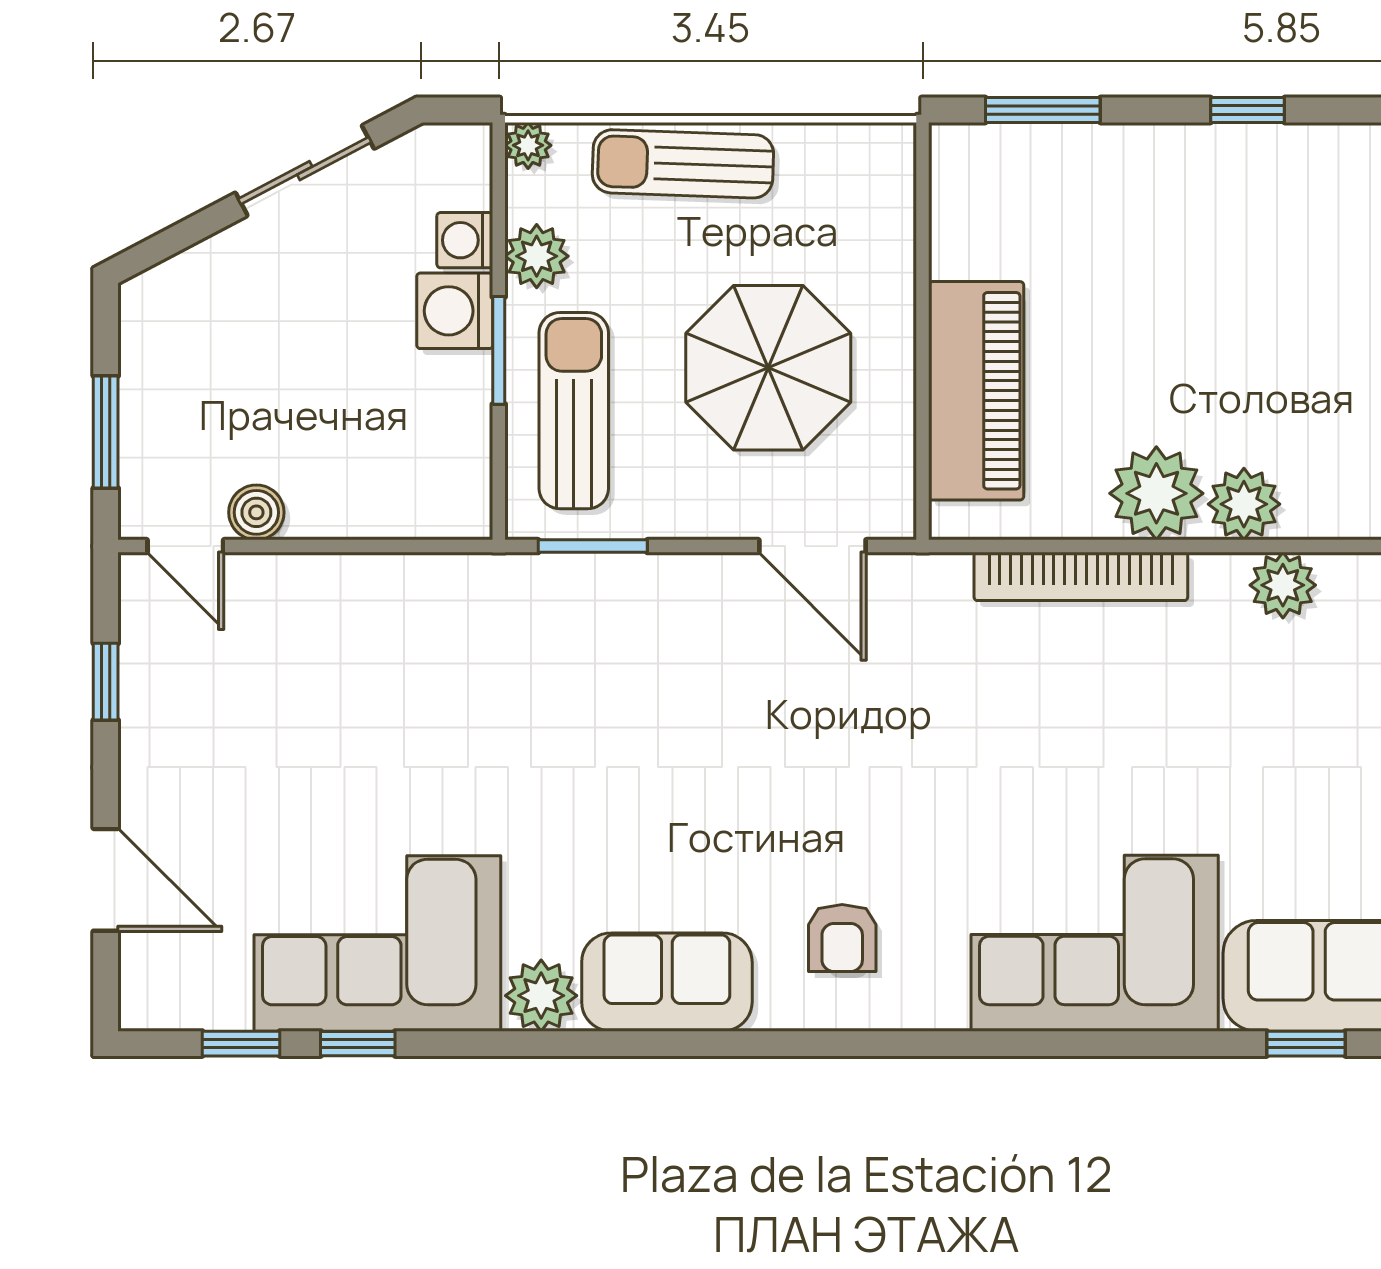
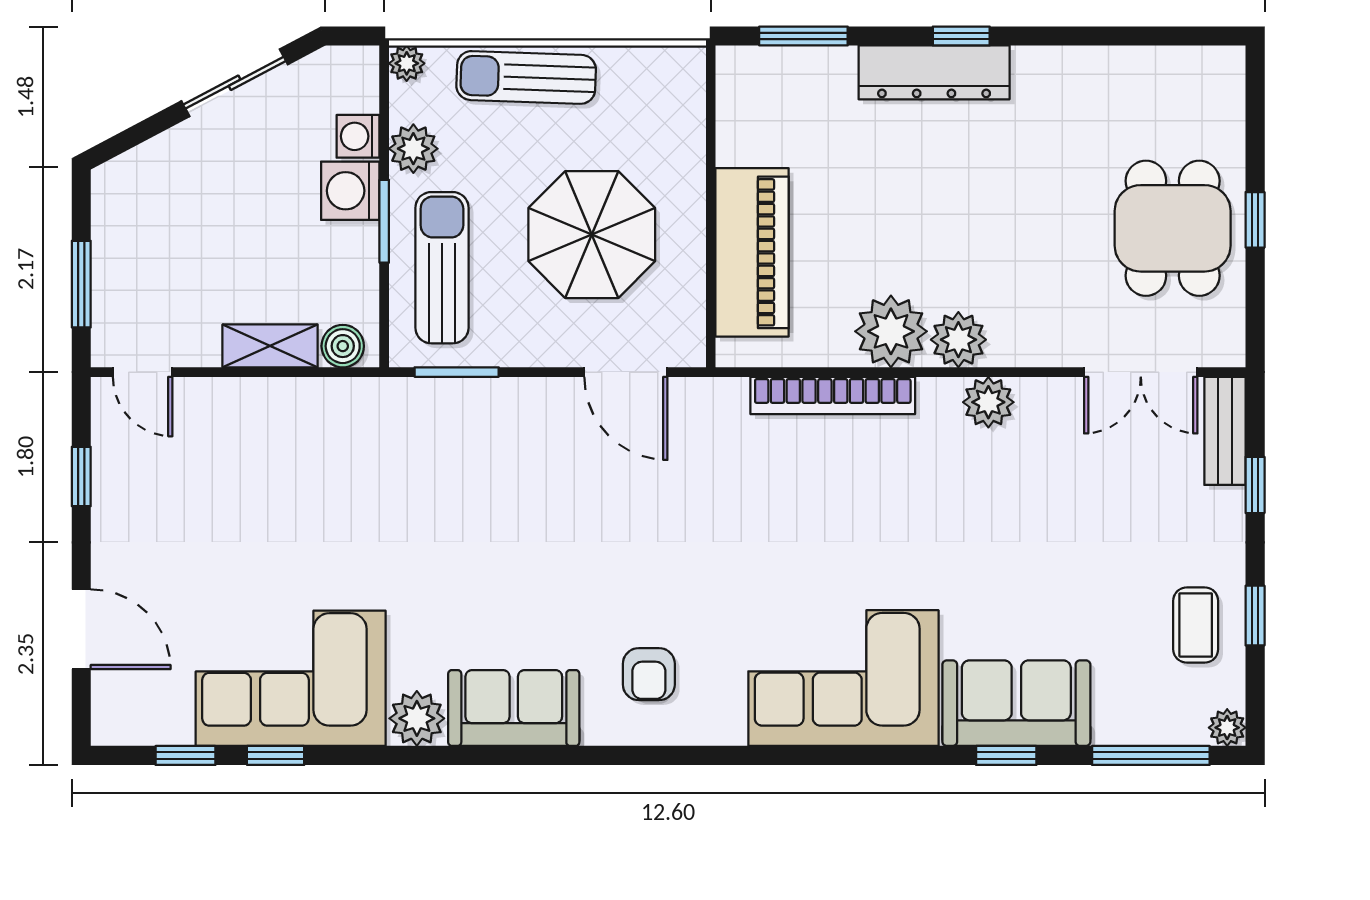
dresser: (1212, 157) -> (934, 72), added
boiler: (256, 512) -> (343, 346), moved
shelving: (351, 512) -> (270, 346), added

